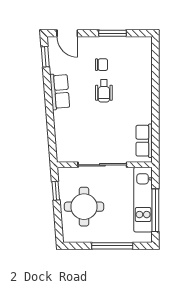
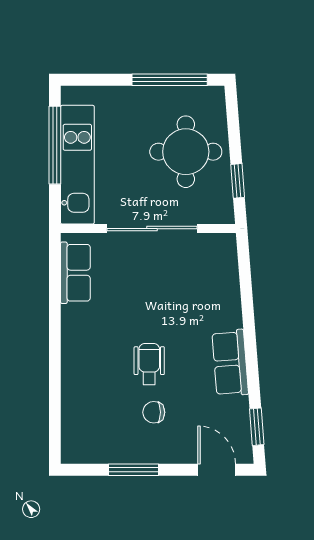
window: (112, 246) -> (170, 80), moved

